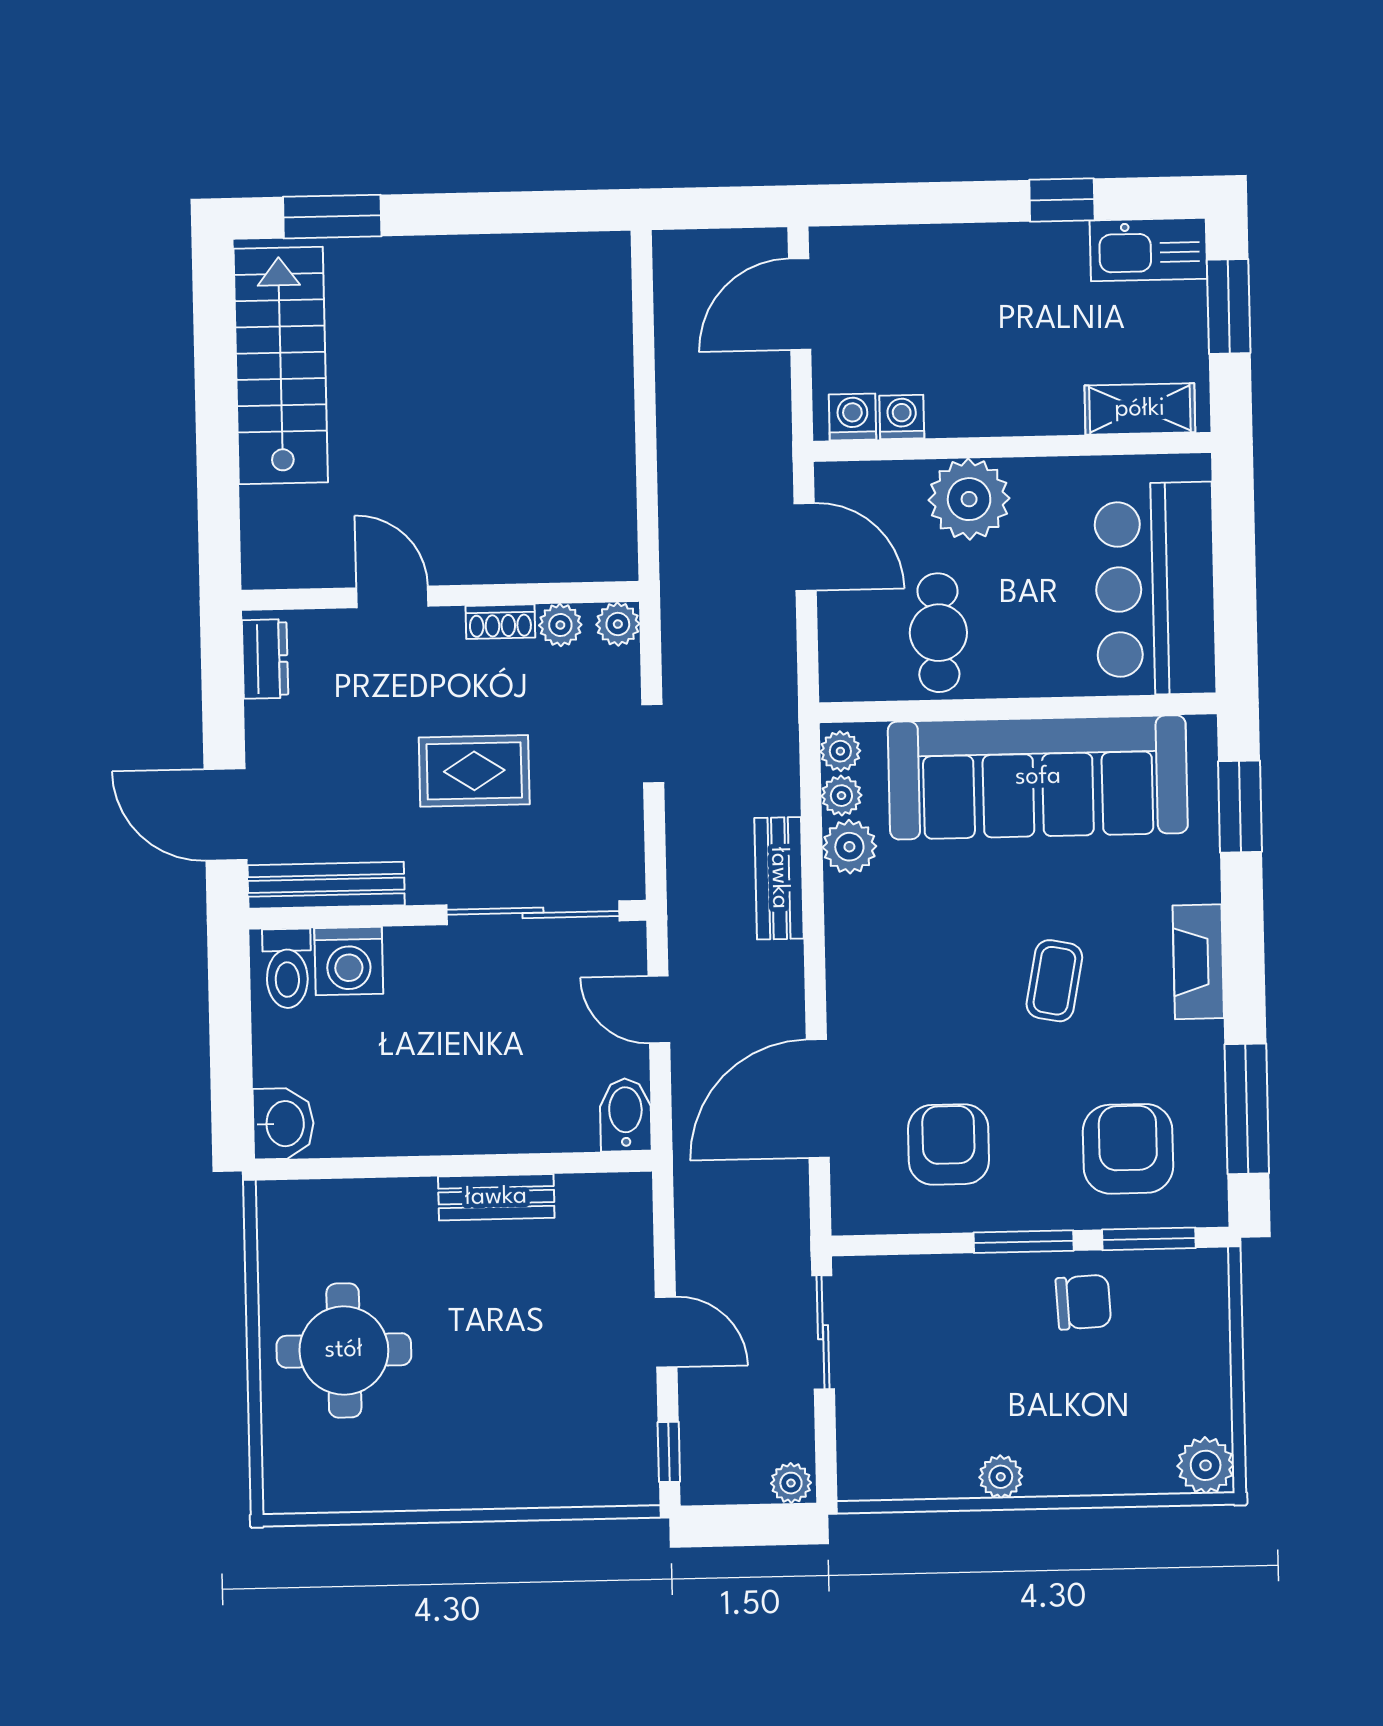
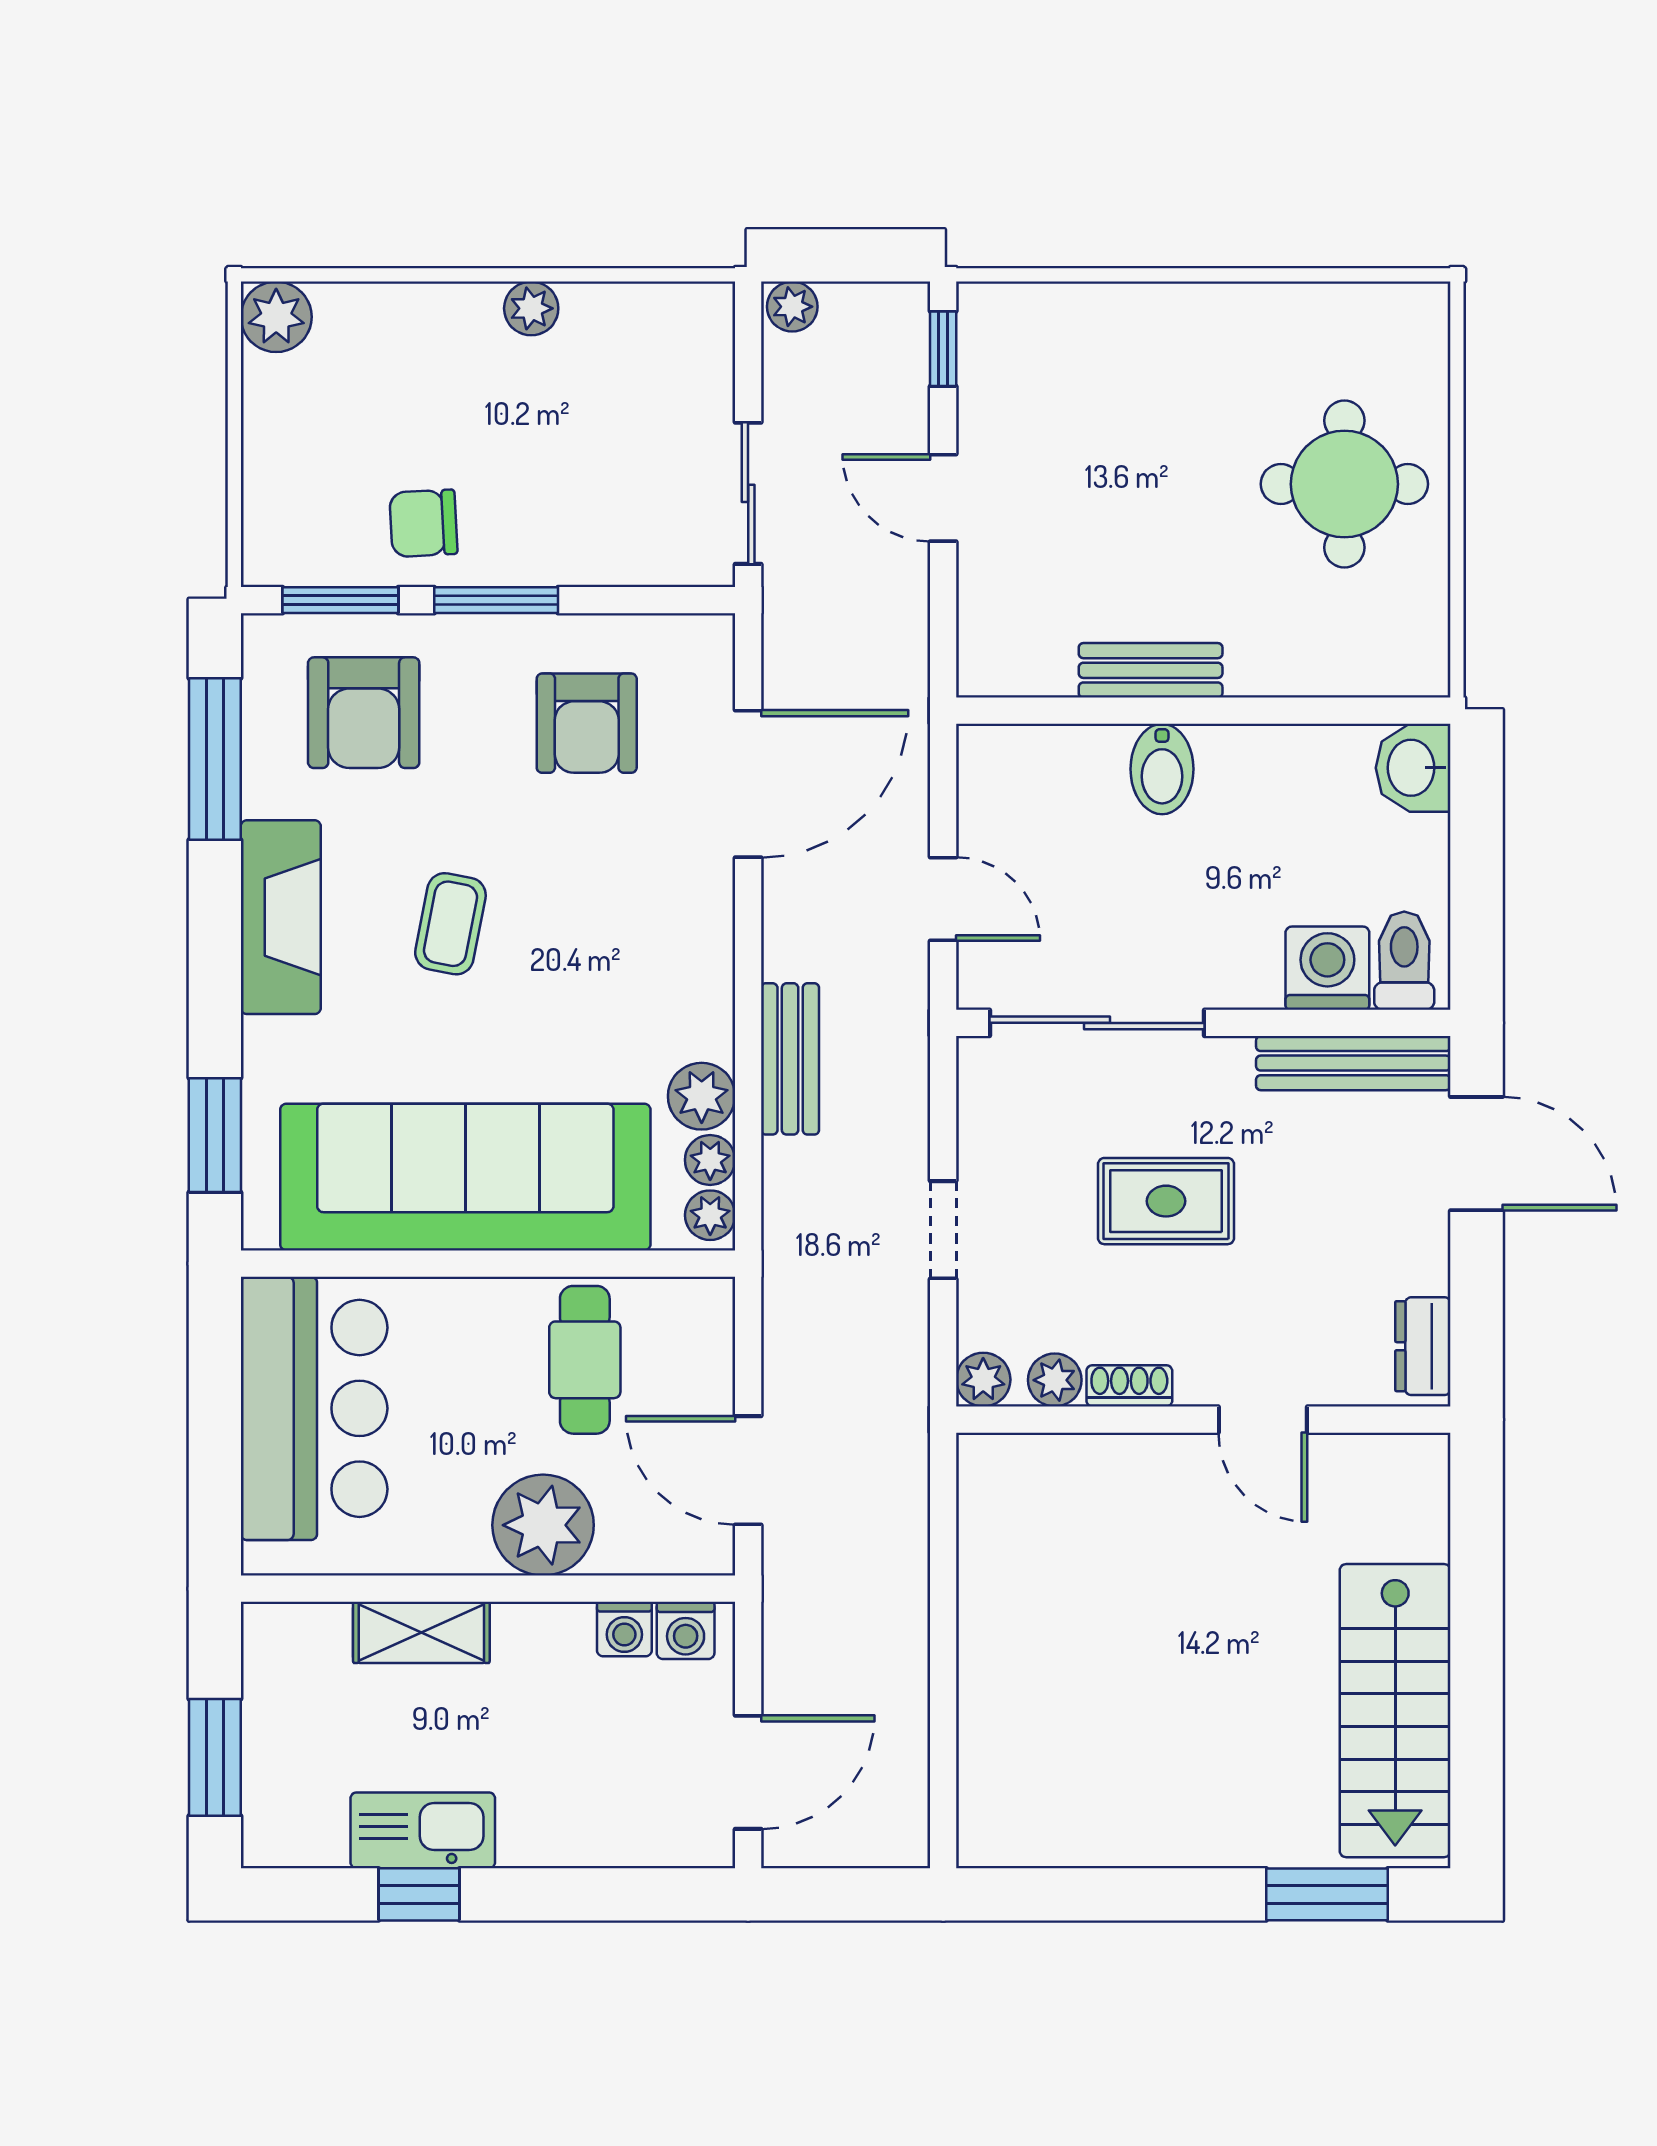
kitchen sink: (1148, 250) -> (423, 1830), moved
shelving: (1140, 409) -> (421, 1632), moved
fireplace: (1198, 962) -> (281, 917), width x1.37, depth x1.32
bidet: (626, 1115) -> (1162, 769), moved

